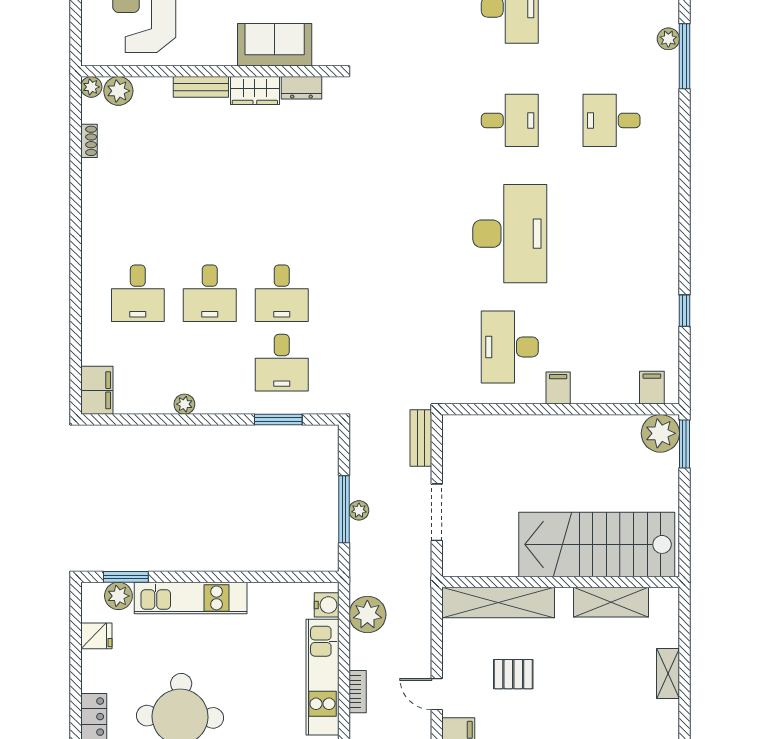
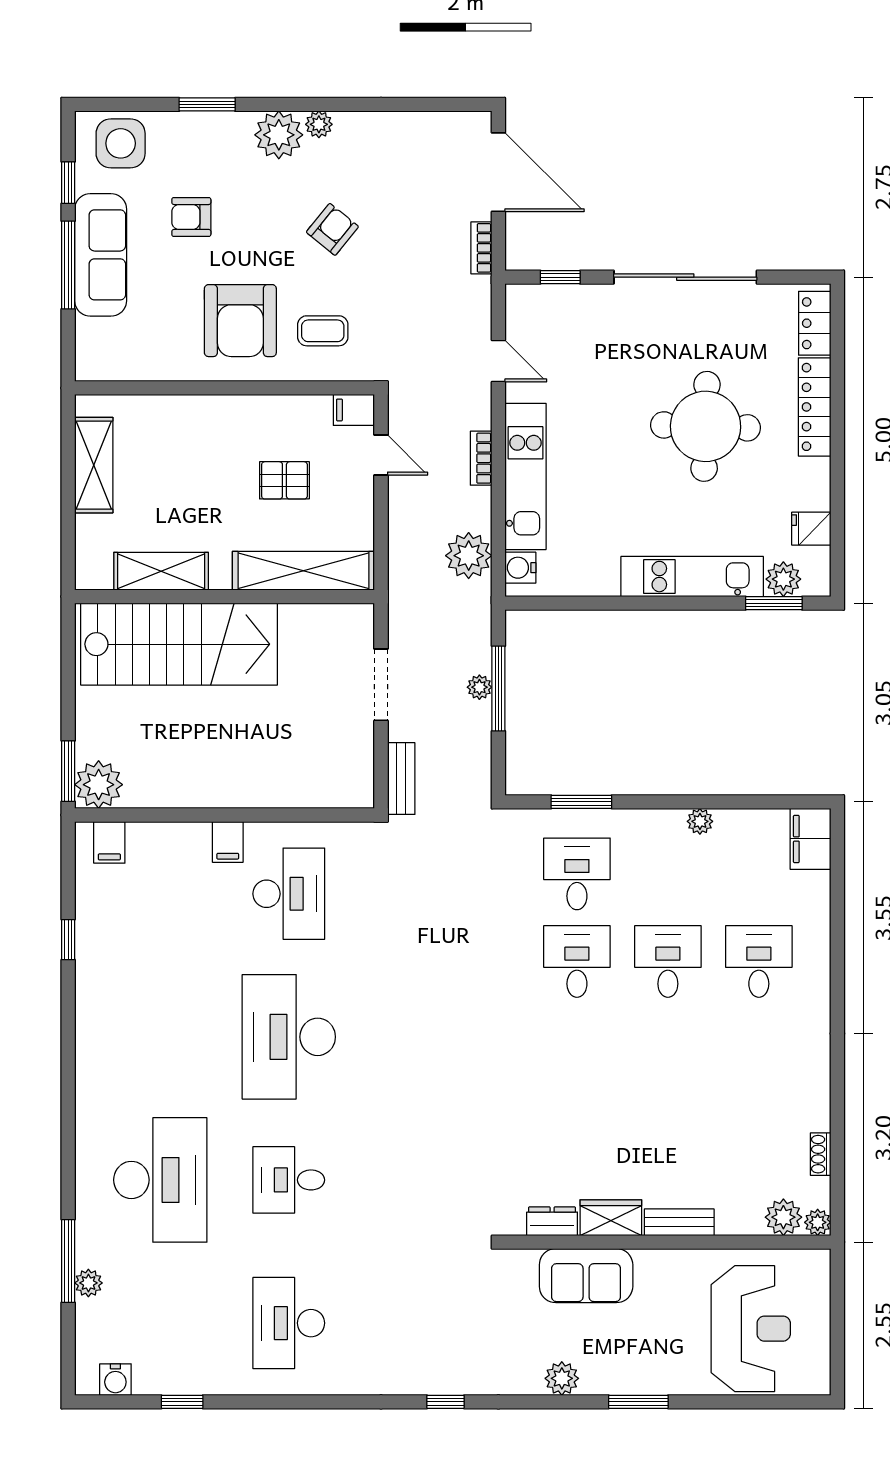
desk: (612, 120) -> (160, 1180), width x1.87, depth x1.30
shelving: (668, 674) -> (94, 465), width x1.50, depth x1.33

